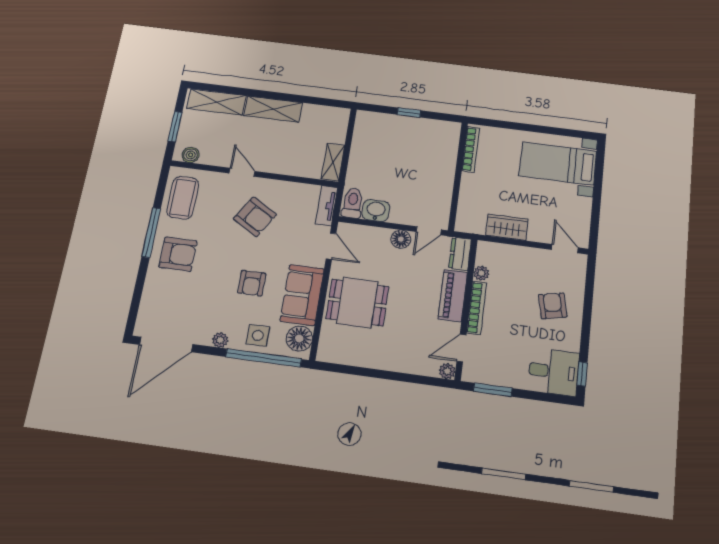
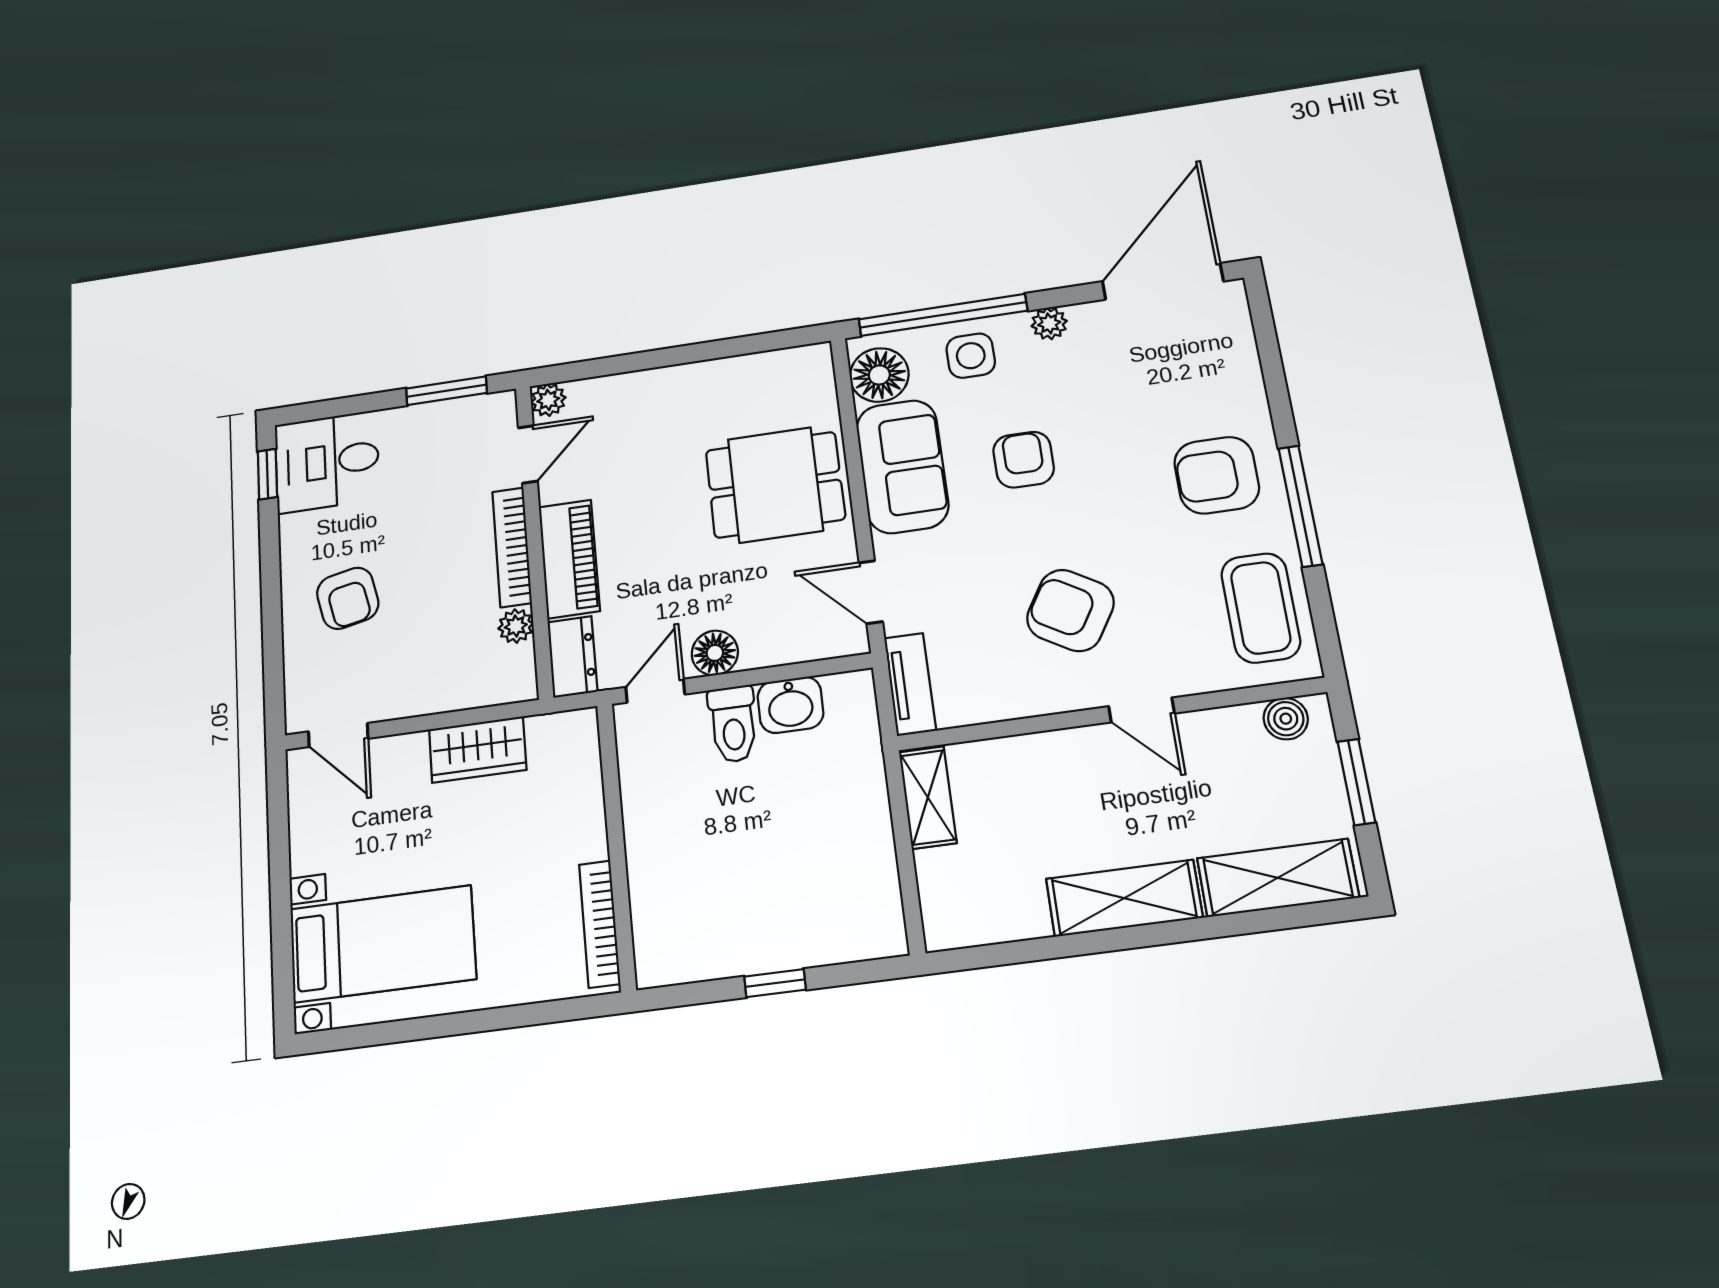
toilet: (352, 203) -> (733, 724), moved

